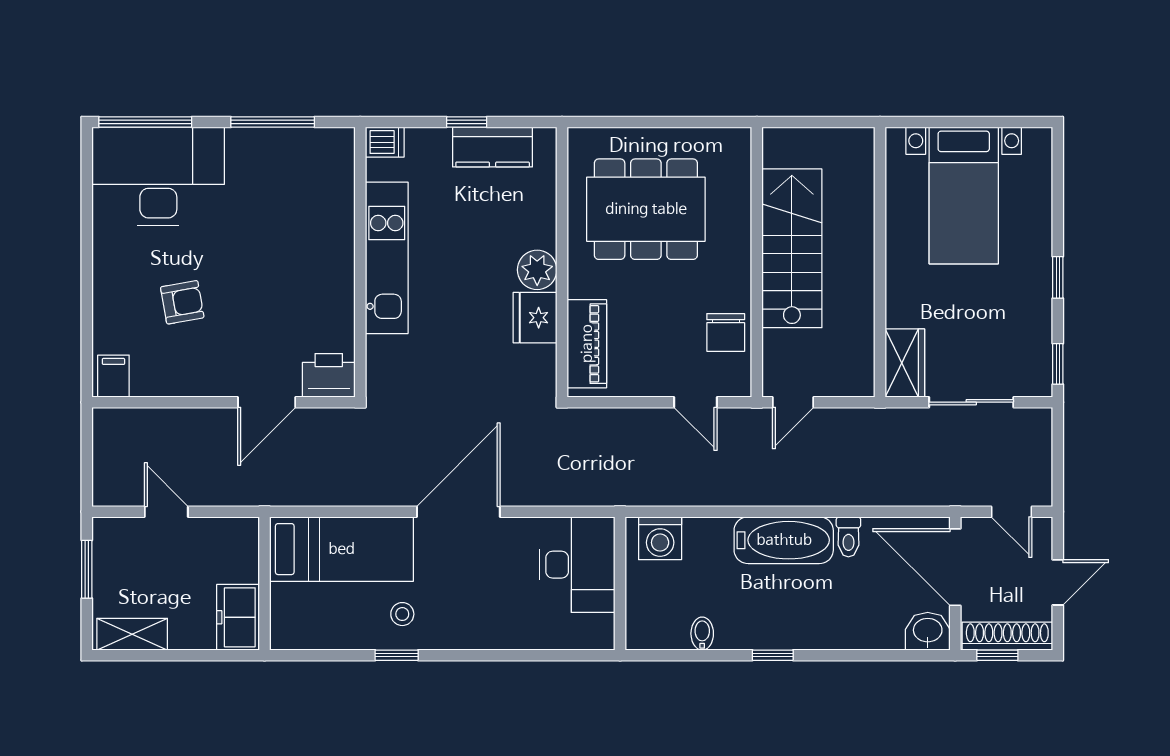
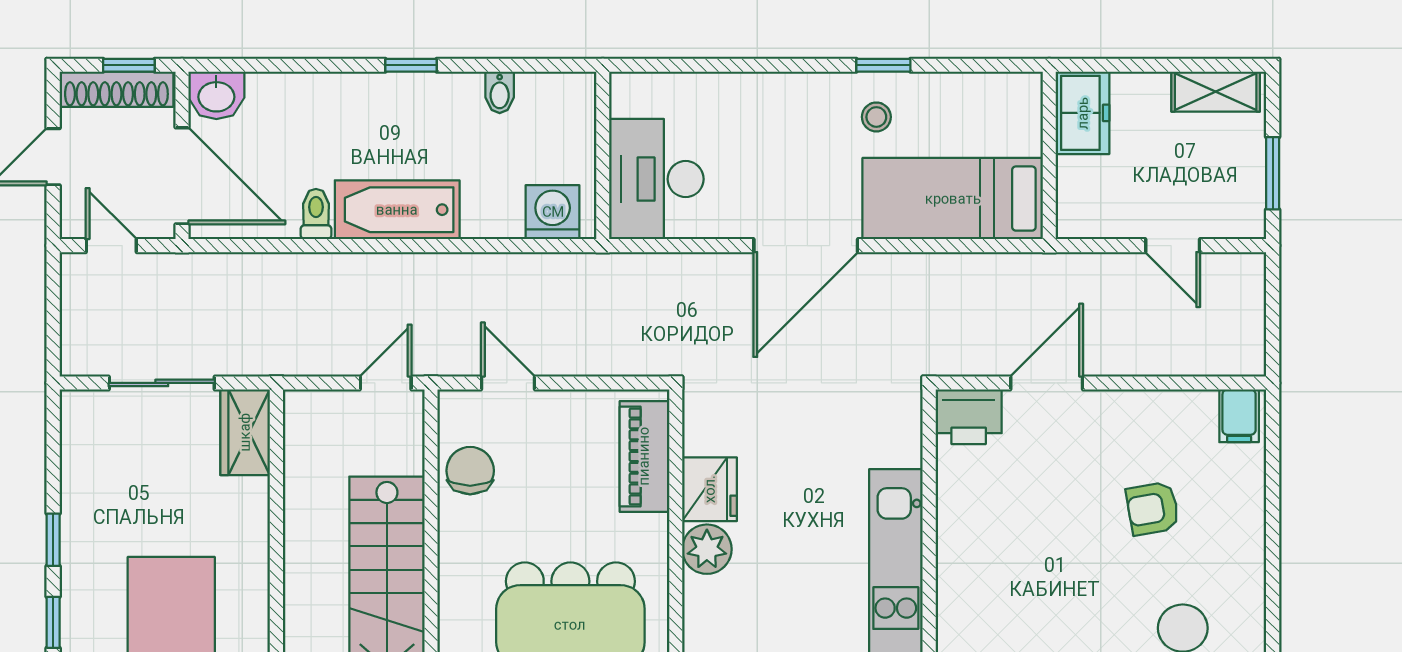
window: (1058, 364) -> (53, 622), moved

